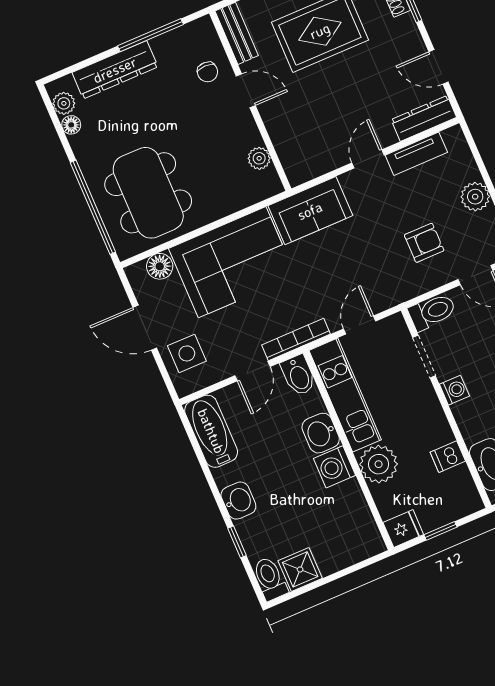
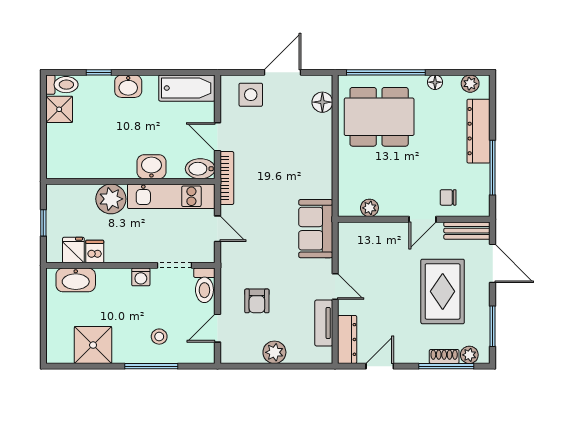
floor lamp: (71, 125) -> (435, 82), moved
corner sofa: (232, 262) -> (303, 156), removed
washing machine: (334, 467) -> (123, 166), removed
fridge: (403, 528) -> (73, 250), moved, turned 180

